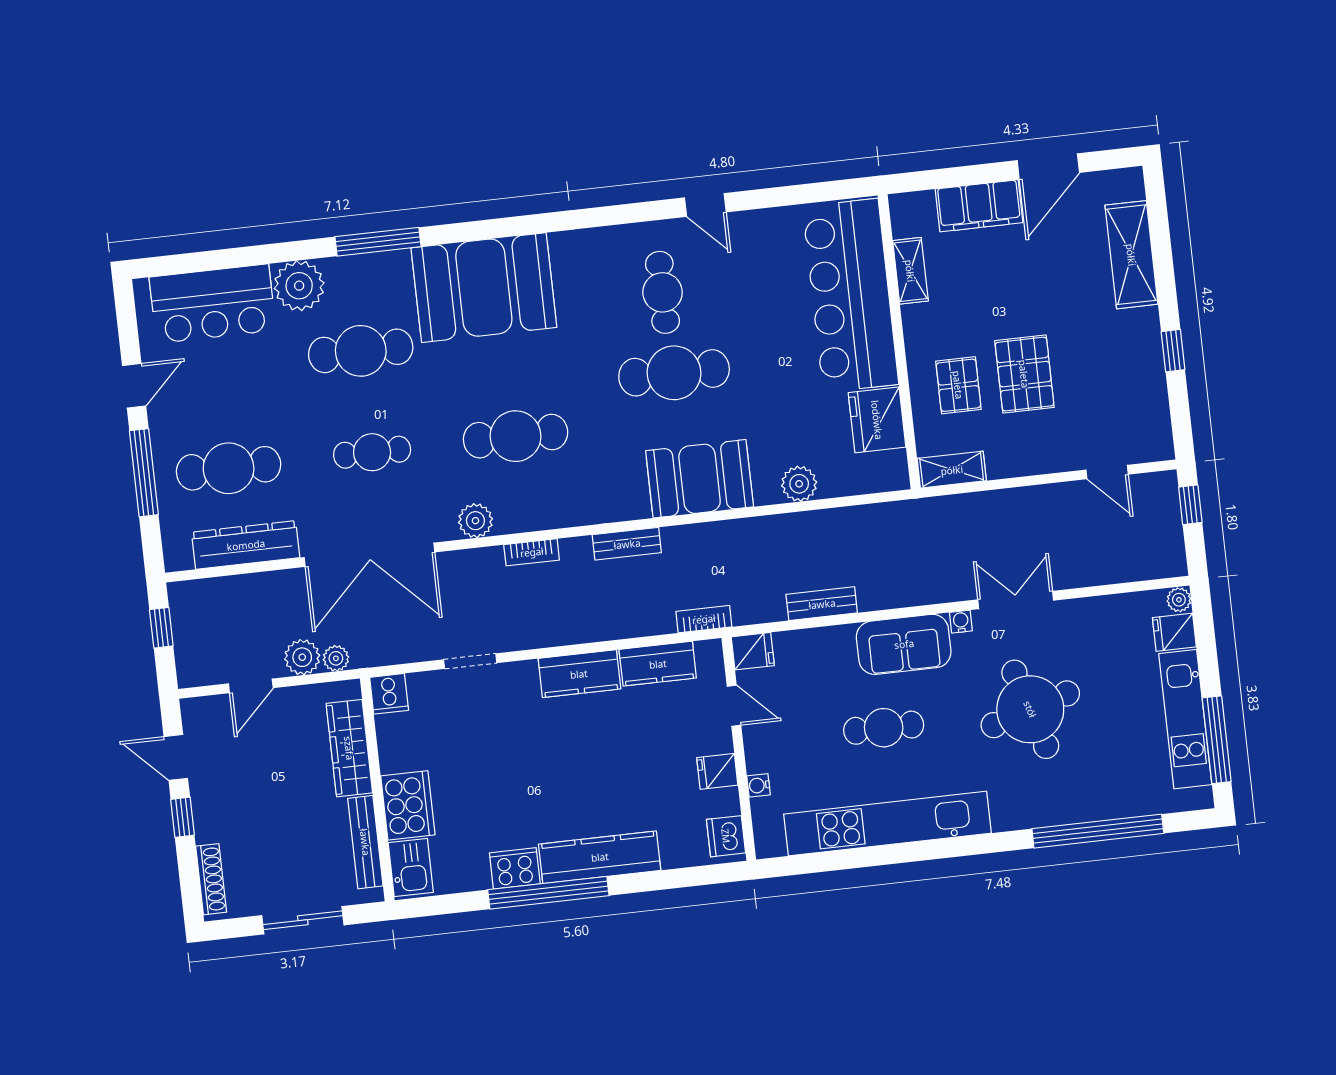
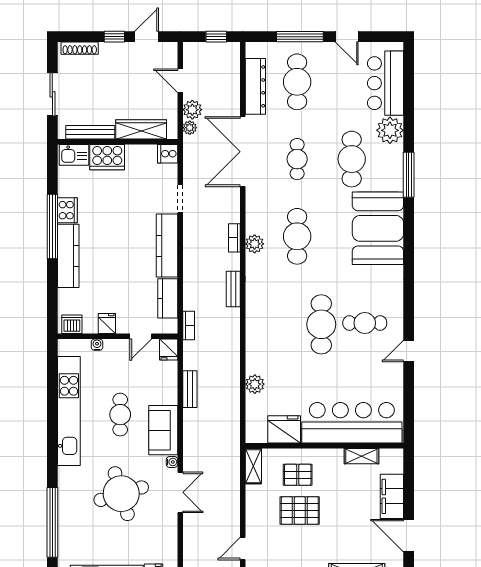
booth: (700, 479) -> (263, 332), removed
plant: (475, 521) -> (255, 244), moved
kitchen counter: (579, 674) -> (167, 246), width x1.50

